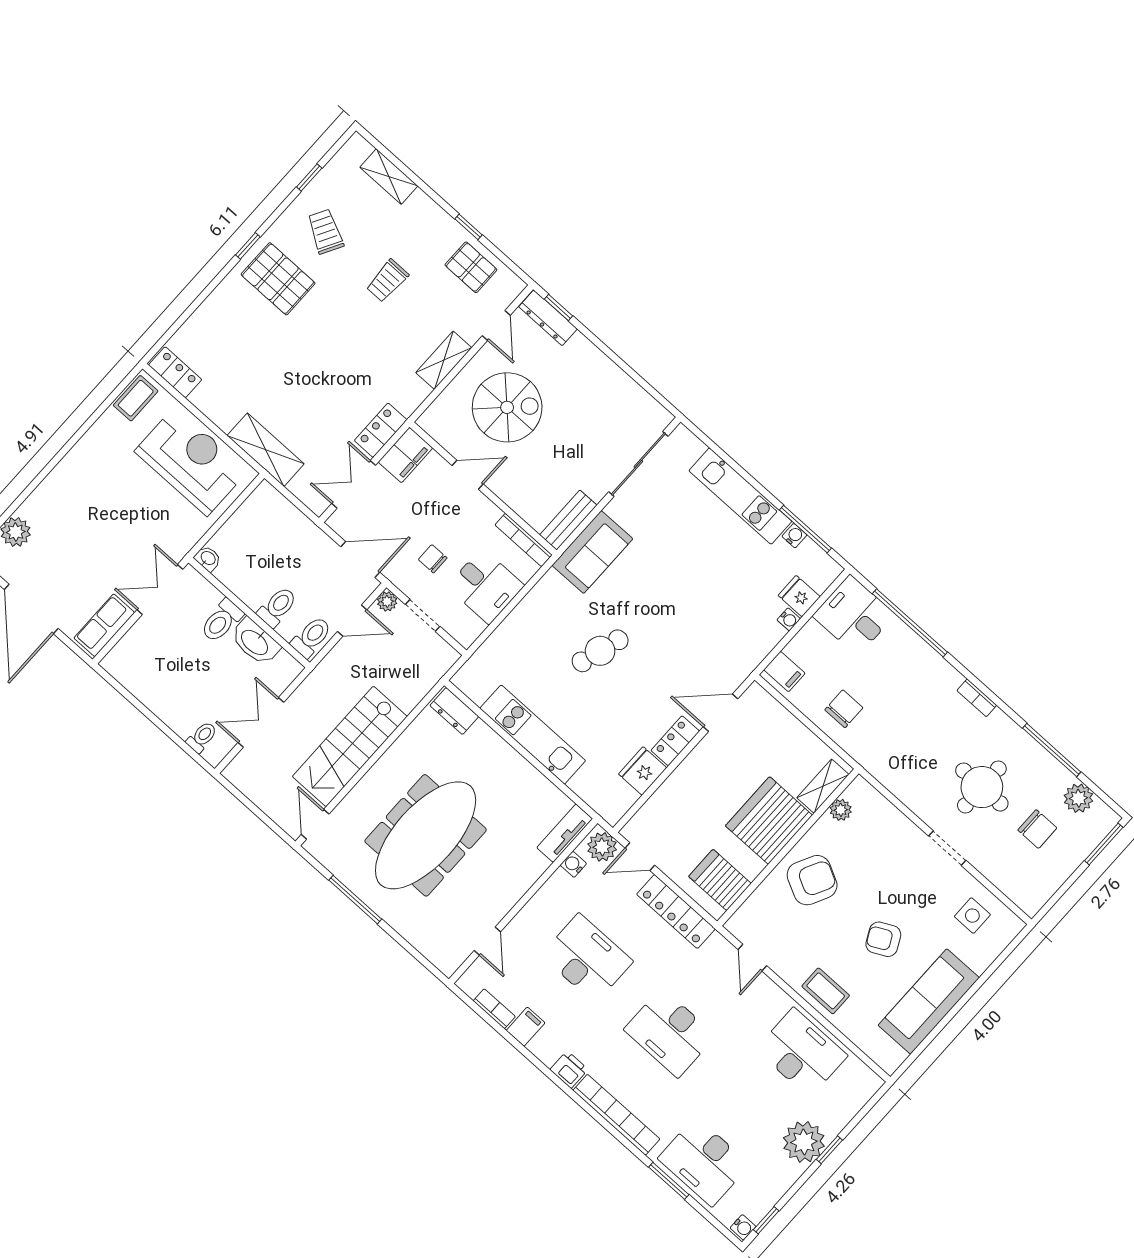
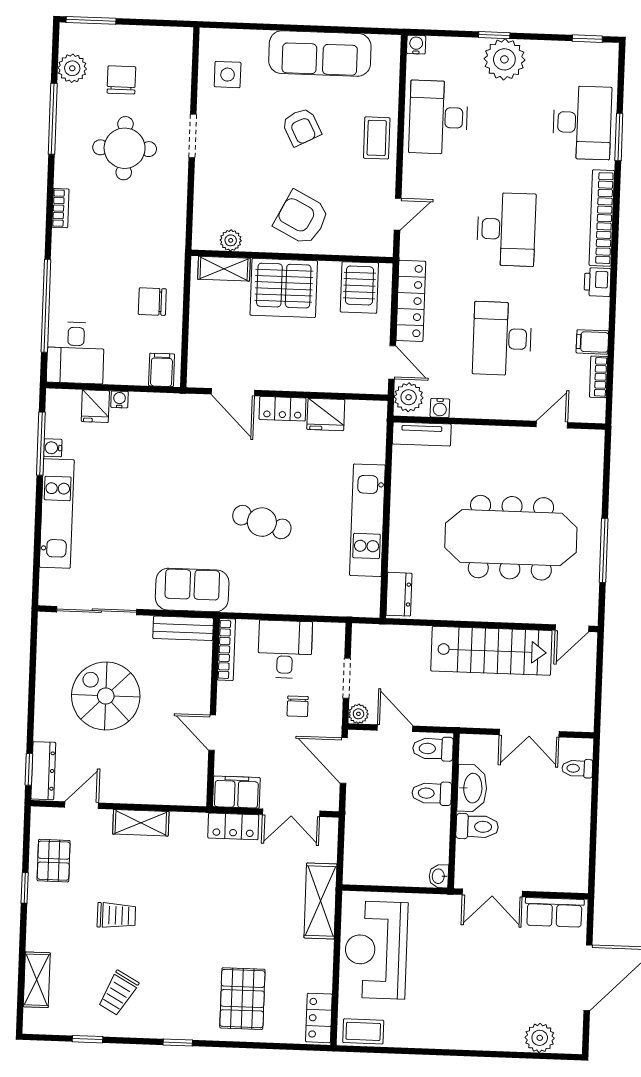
pallet: (278, 279) -> (242, 999), moved
spiral stairs: (507, 407) -> (106, 696), moved
water cooler: (743, 1227) -> (416, 45), moved

